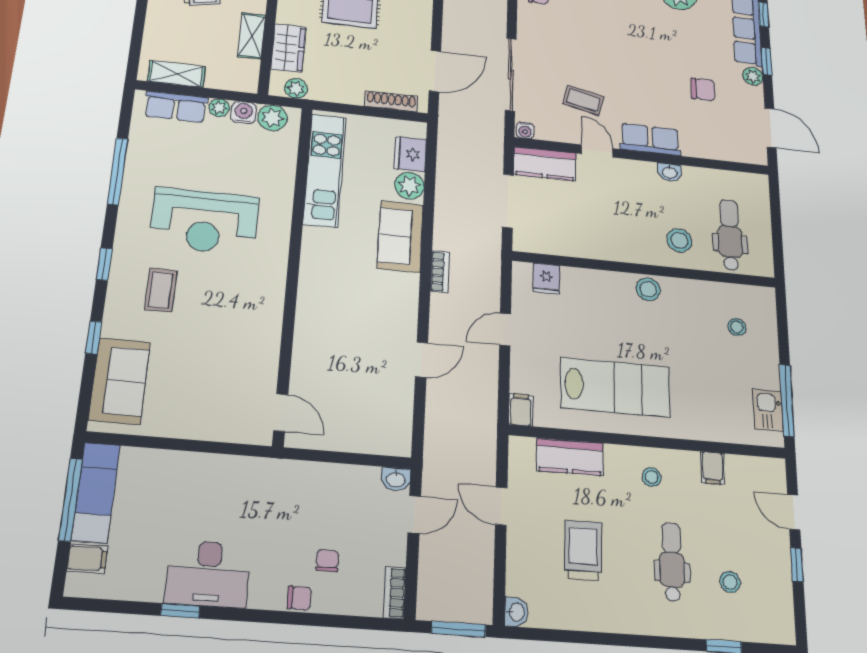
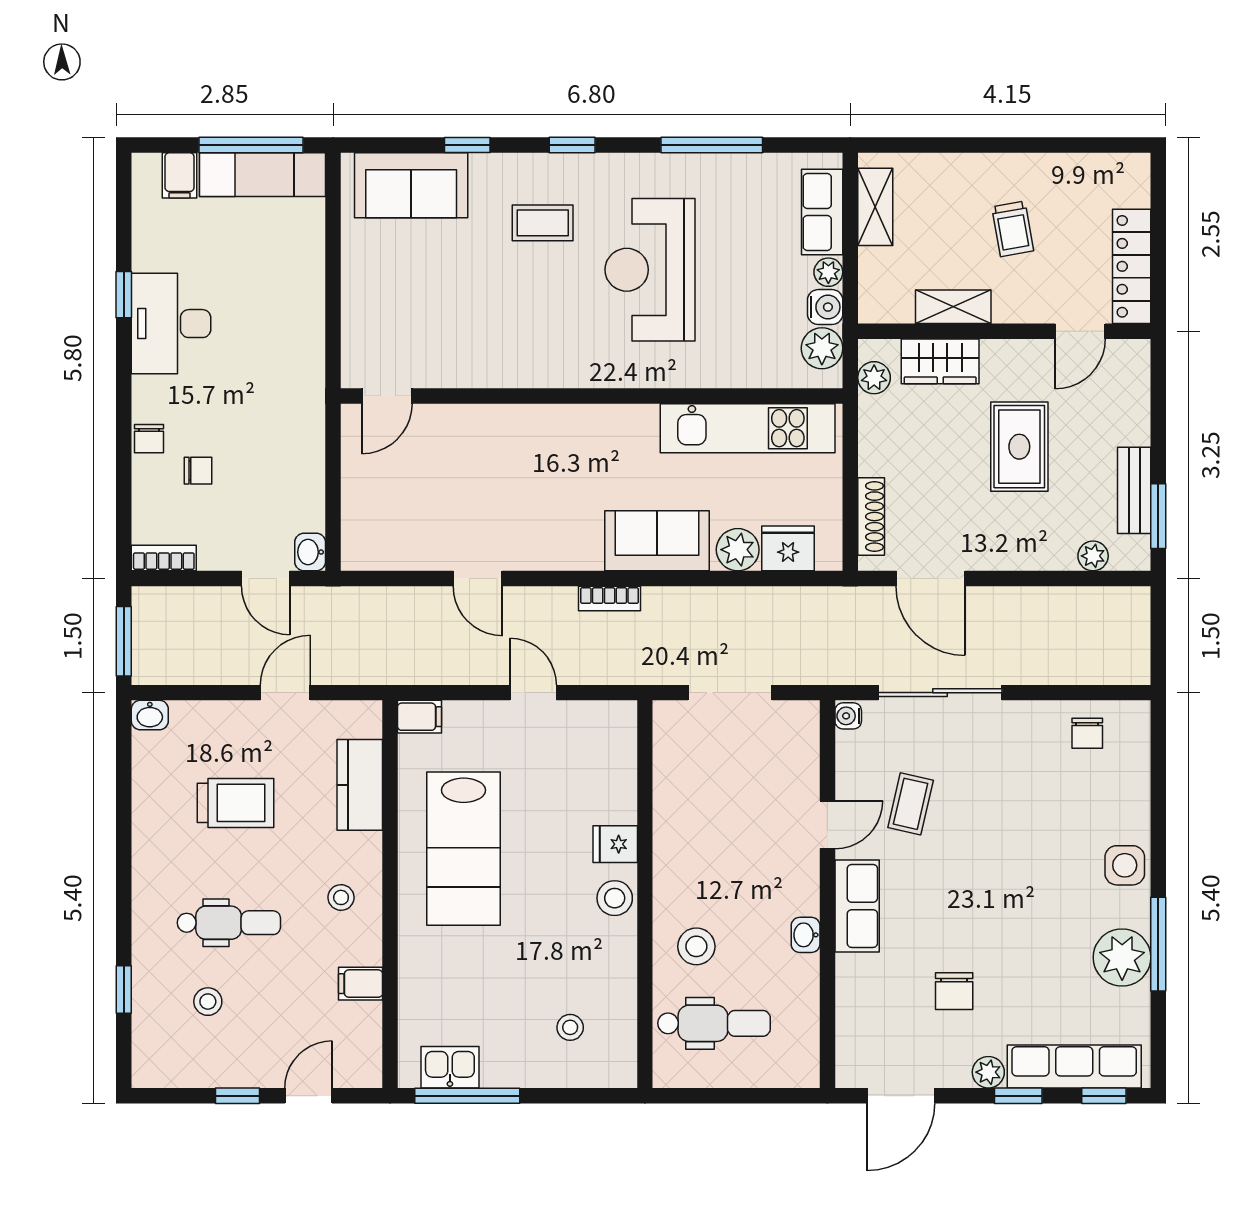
kitchen counter: (545, 164) -> (797, 746), removed
fridge: (546, 279) -> (615, 844), moved

